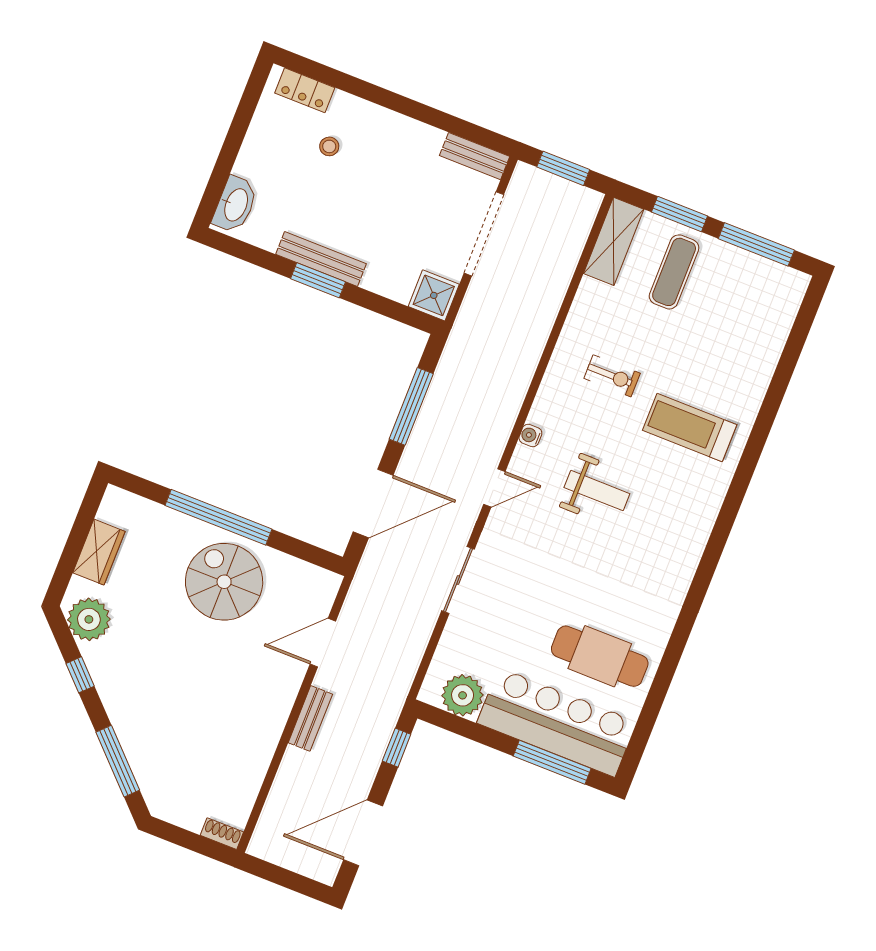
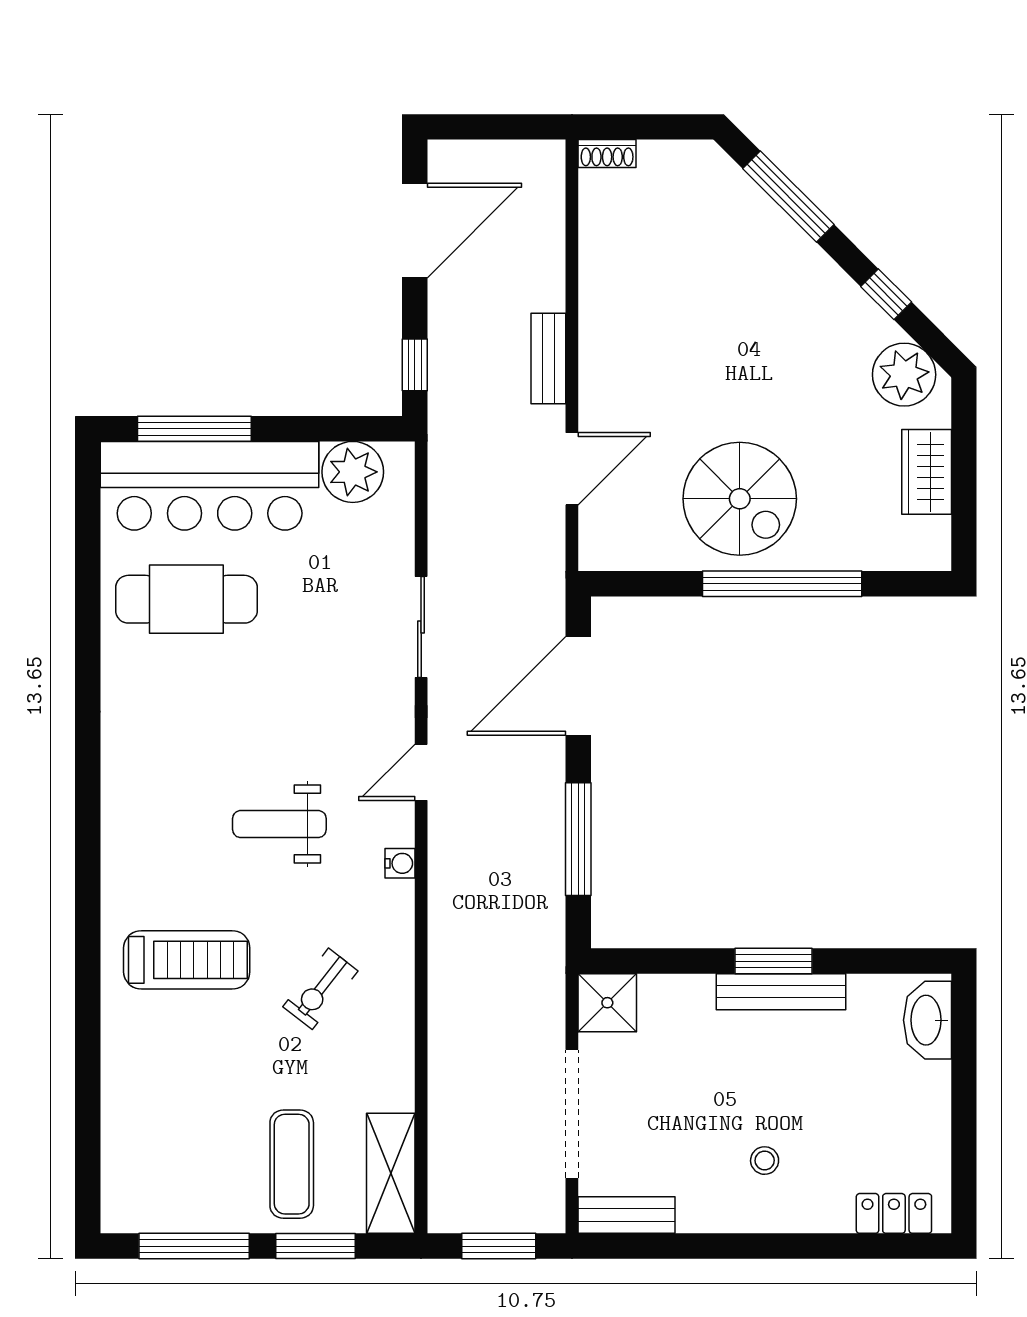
stool: (329, 146) -> (765, 1161), moved
exercise bike: (612, 376) -> (320, 989), turned -52

